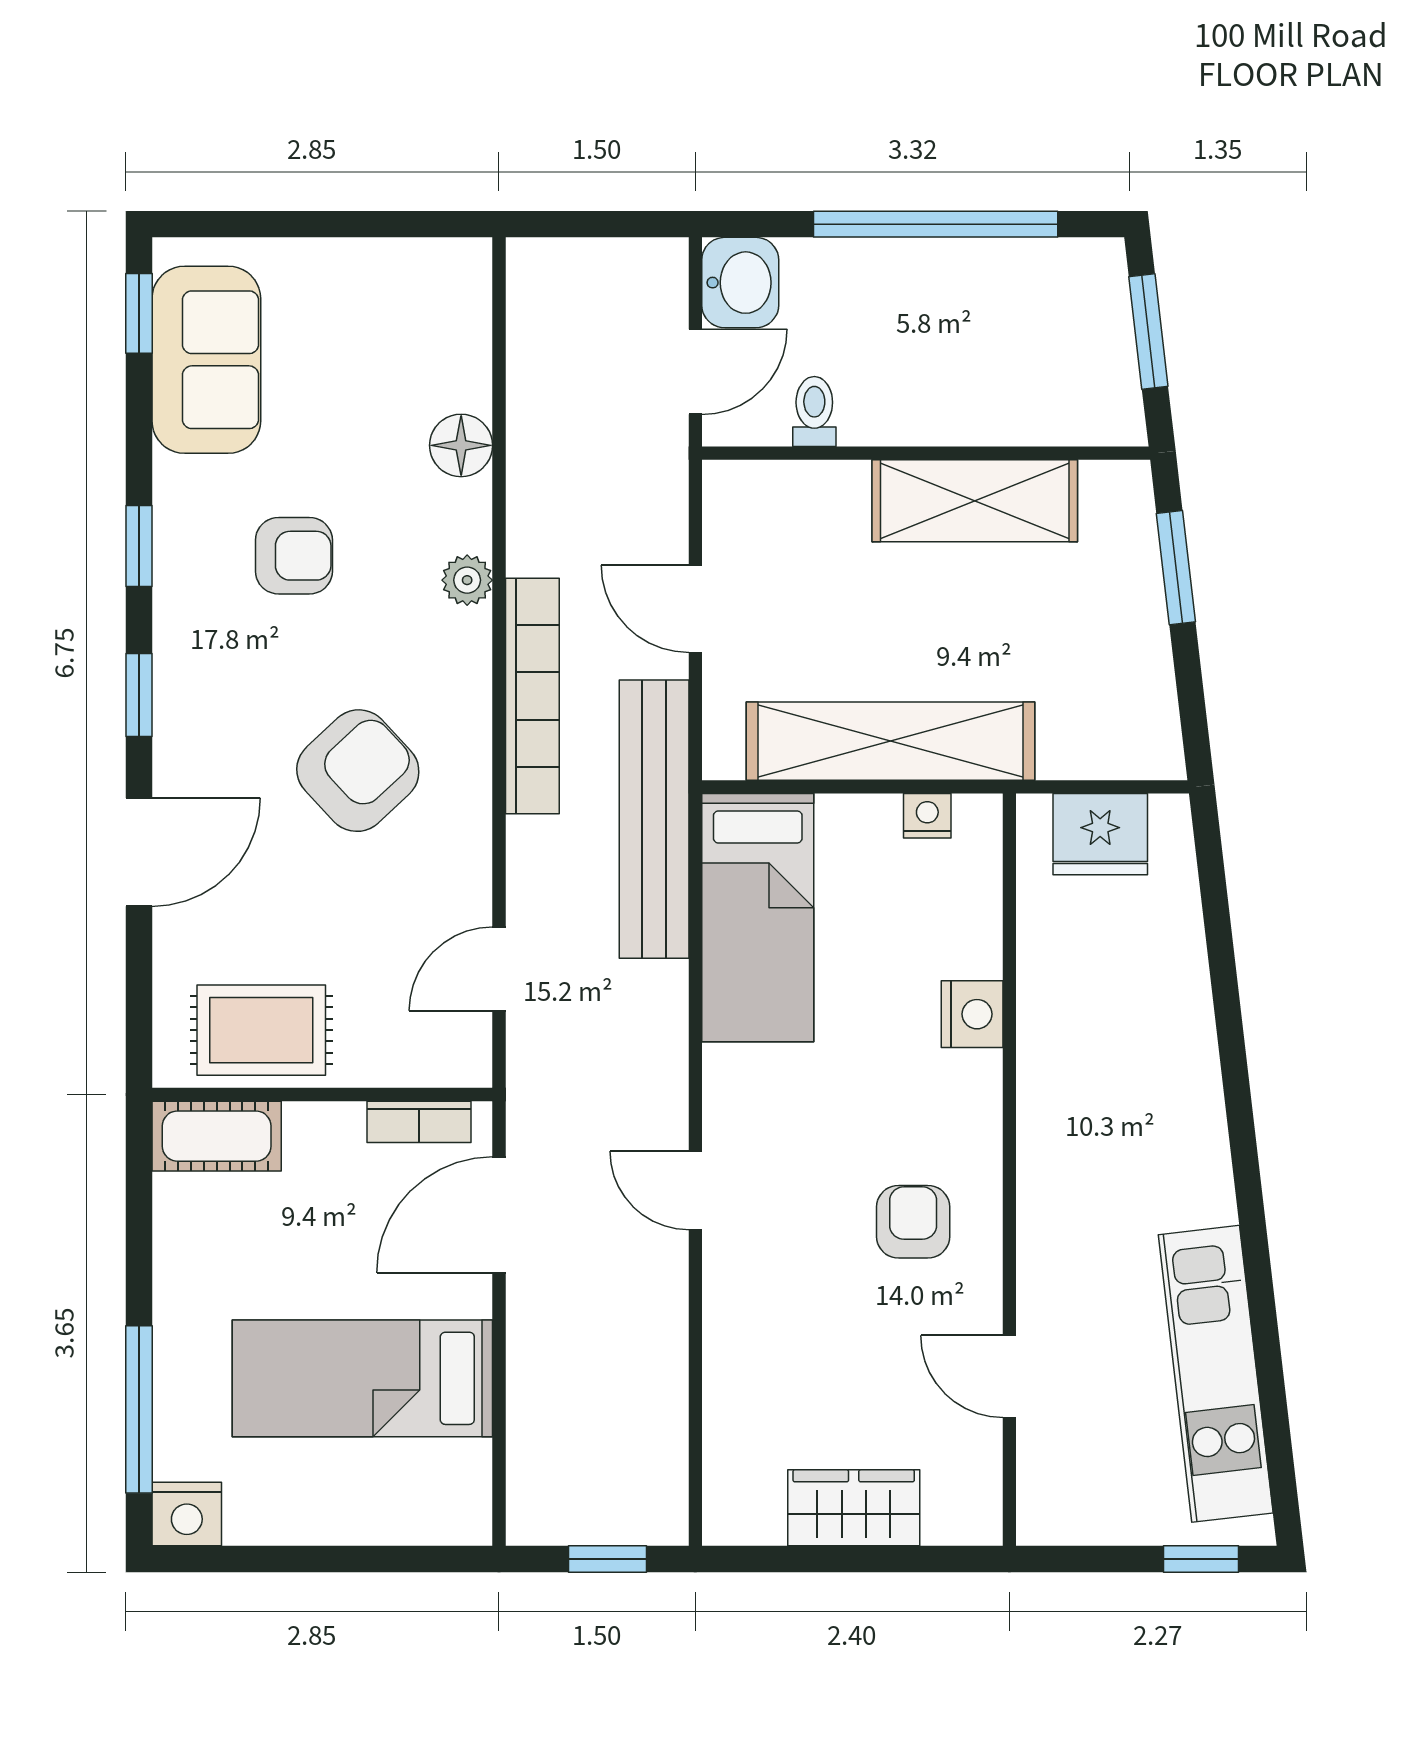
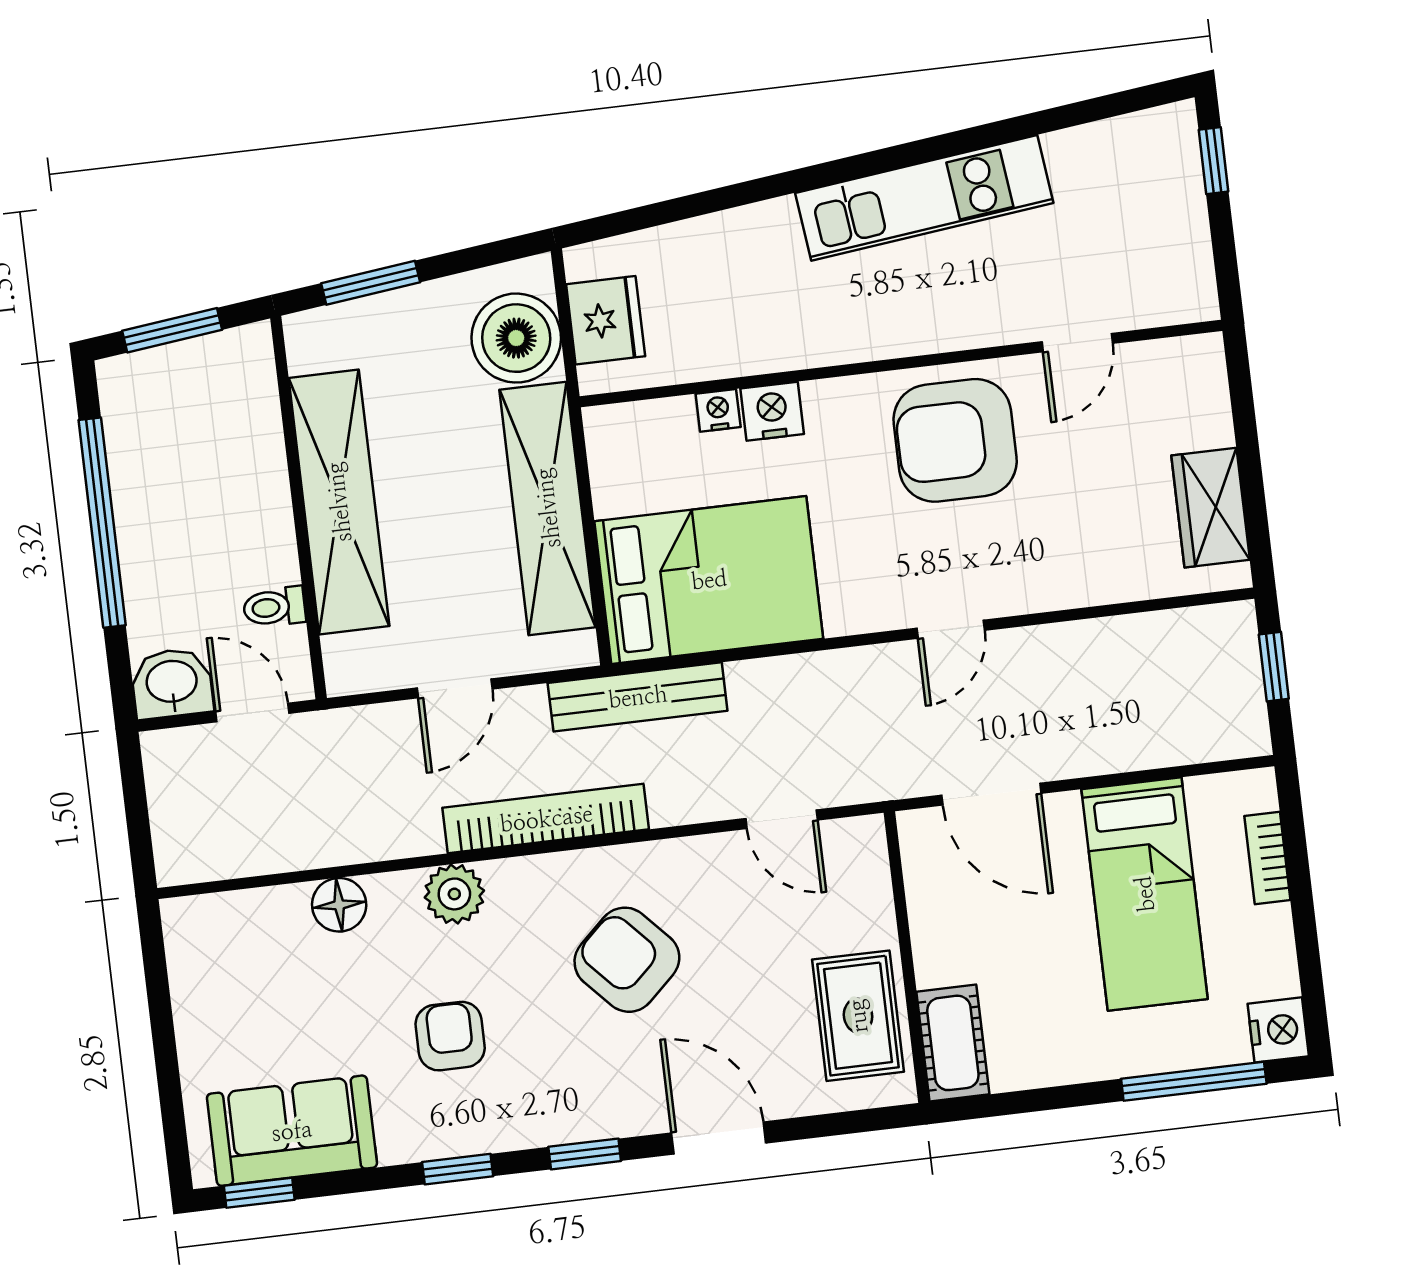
shelving: (975, 501) -> (339, 502), width x1.47
plant: (467, 580) -> (454, 894), width x1.38, depth x1.38
boiler: (1092, 728) -> (516, 338), added
nightstand: (927, 816) -> (718, 410), moved, turned 90
bench: (654, 819) -> (638, 697), width x0.73, depth x0.82
bed: (758, 918) -> (709, 580), width x1.50
bookcase: (419, 1122) -> (1267, 858), moved, turned 180
armchair: (913, 1222) -> (955, 440), width x1.88, depth x1.88
kitchen unit: (1216, 1374) -> (924, 198), moved
wardrobe: (854, 1508) -> (1211, 508), moved

